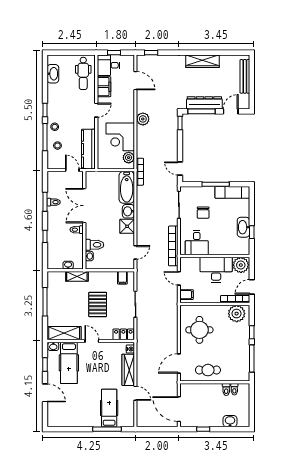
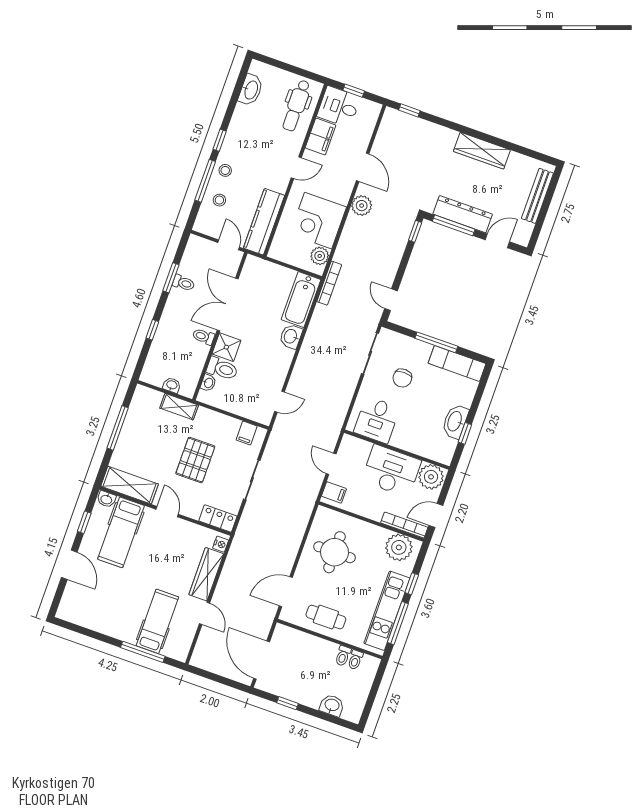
door: (135, 81) -> (363, 167), moved
shower: (127, 226) -> (226, 347), moved
bookcase: (173, 246) -> (340, 412), removed
kitchen unit: (243, 354) -> (387, 611), added

